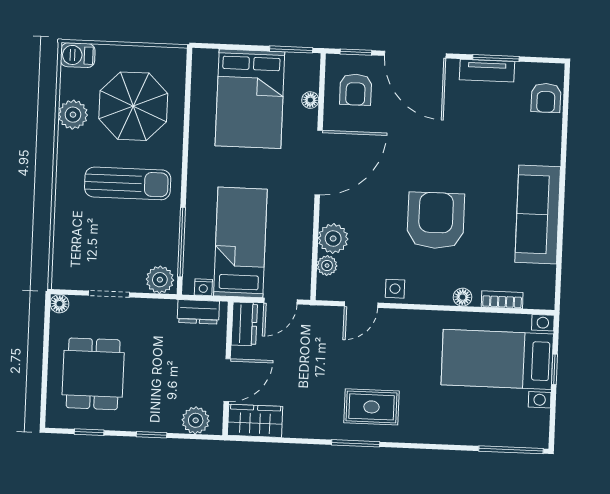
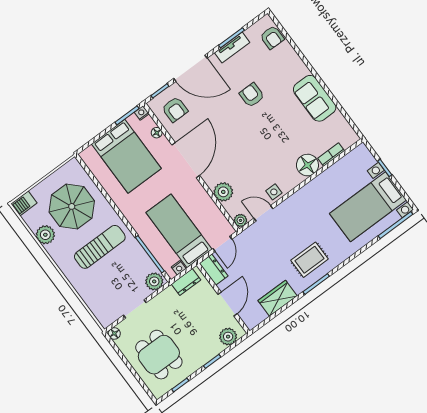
nightstand: (312, 61) -> (142, 113), added
sofa: (538, 215) -> (315, 98), width x0.73
armchair: (436, 220) -> (252, 95), moved, width x0.53, depth x0.53
plant: (327, 266) -> (240, 220), moved
floor lamp: (462, 297) -> (307, 165), width x1.89, depth x1.89
door: (361, 305) -> (263, 213), swing flipped
bed with nightstands: (497, 359) -> (368, 207), moved
wardrobe: (255, 421) -> (278, 298), moved

